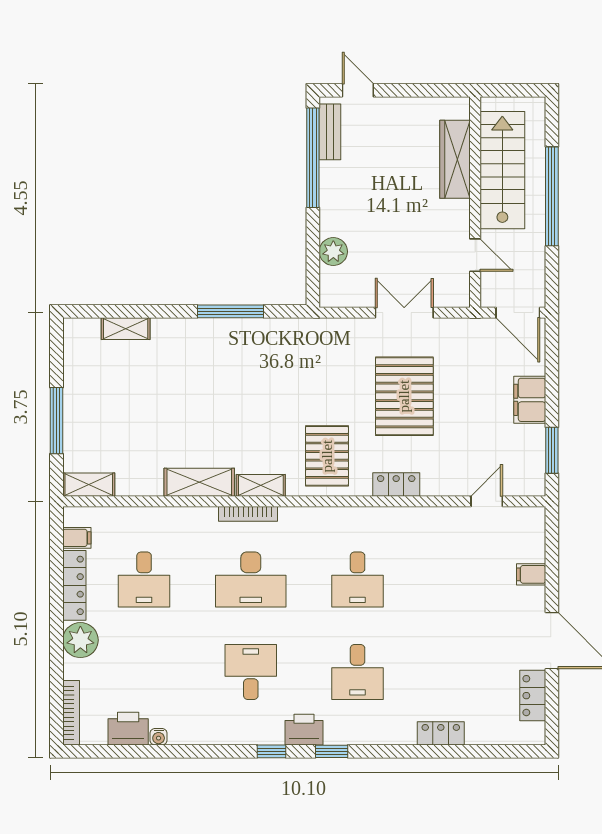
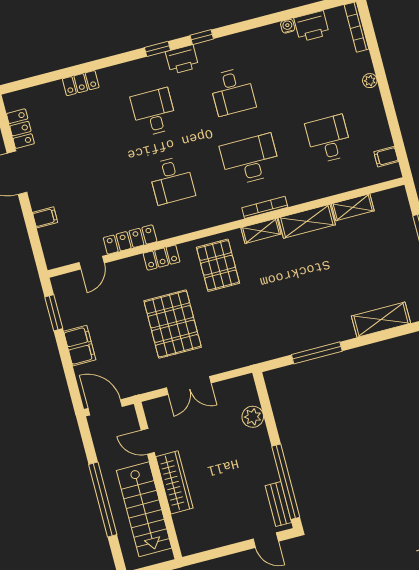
wardrobe: (455, 159) -> (174, 482), moved
shelving: (126, 329) -> (381, 320), width x1.50, depth x1.33
shelving: (89, 485) -> (353, 207), moved
desk: (358, 579) -> (172, 180), turned 180
locker: (74, 585) -> (130, 240), moved, turned 90
plant: (80, 640) -> (370, 81), width x0.53, depth x0.53

